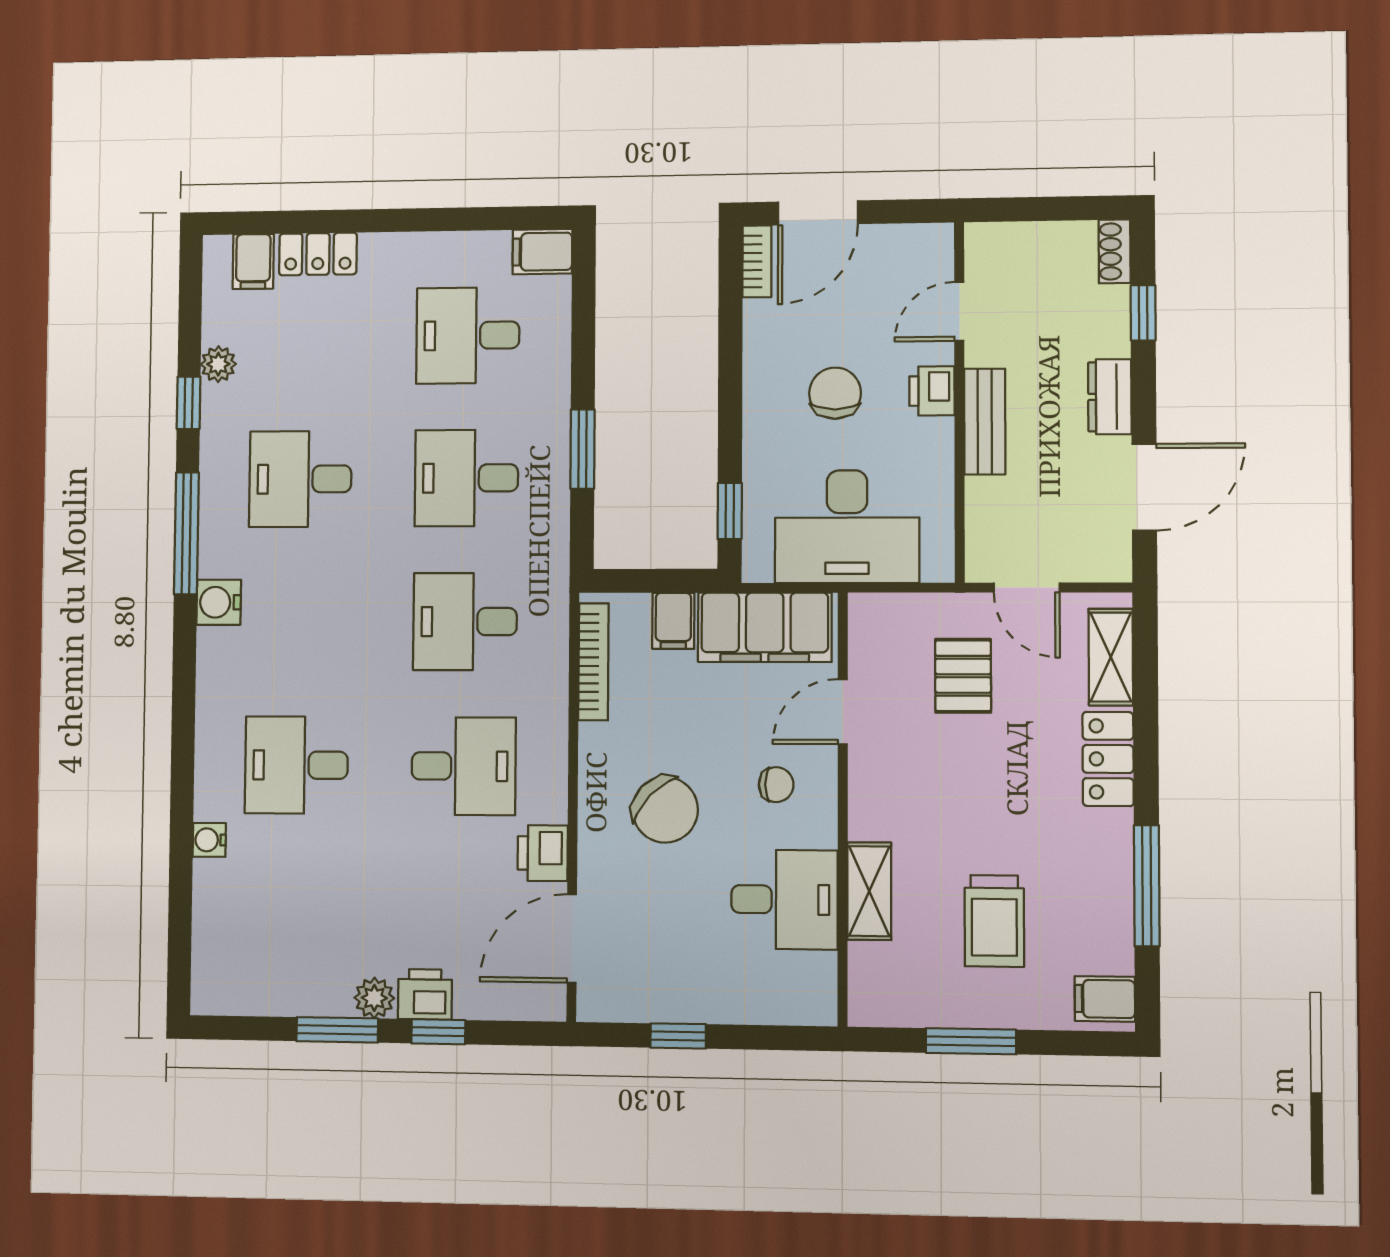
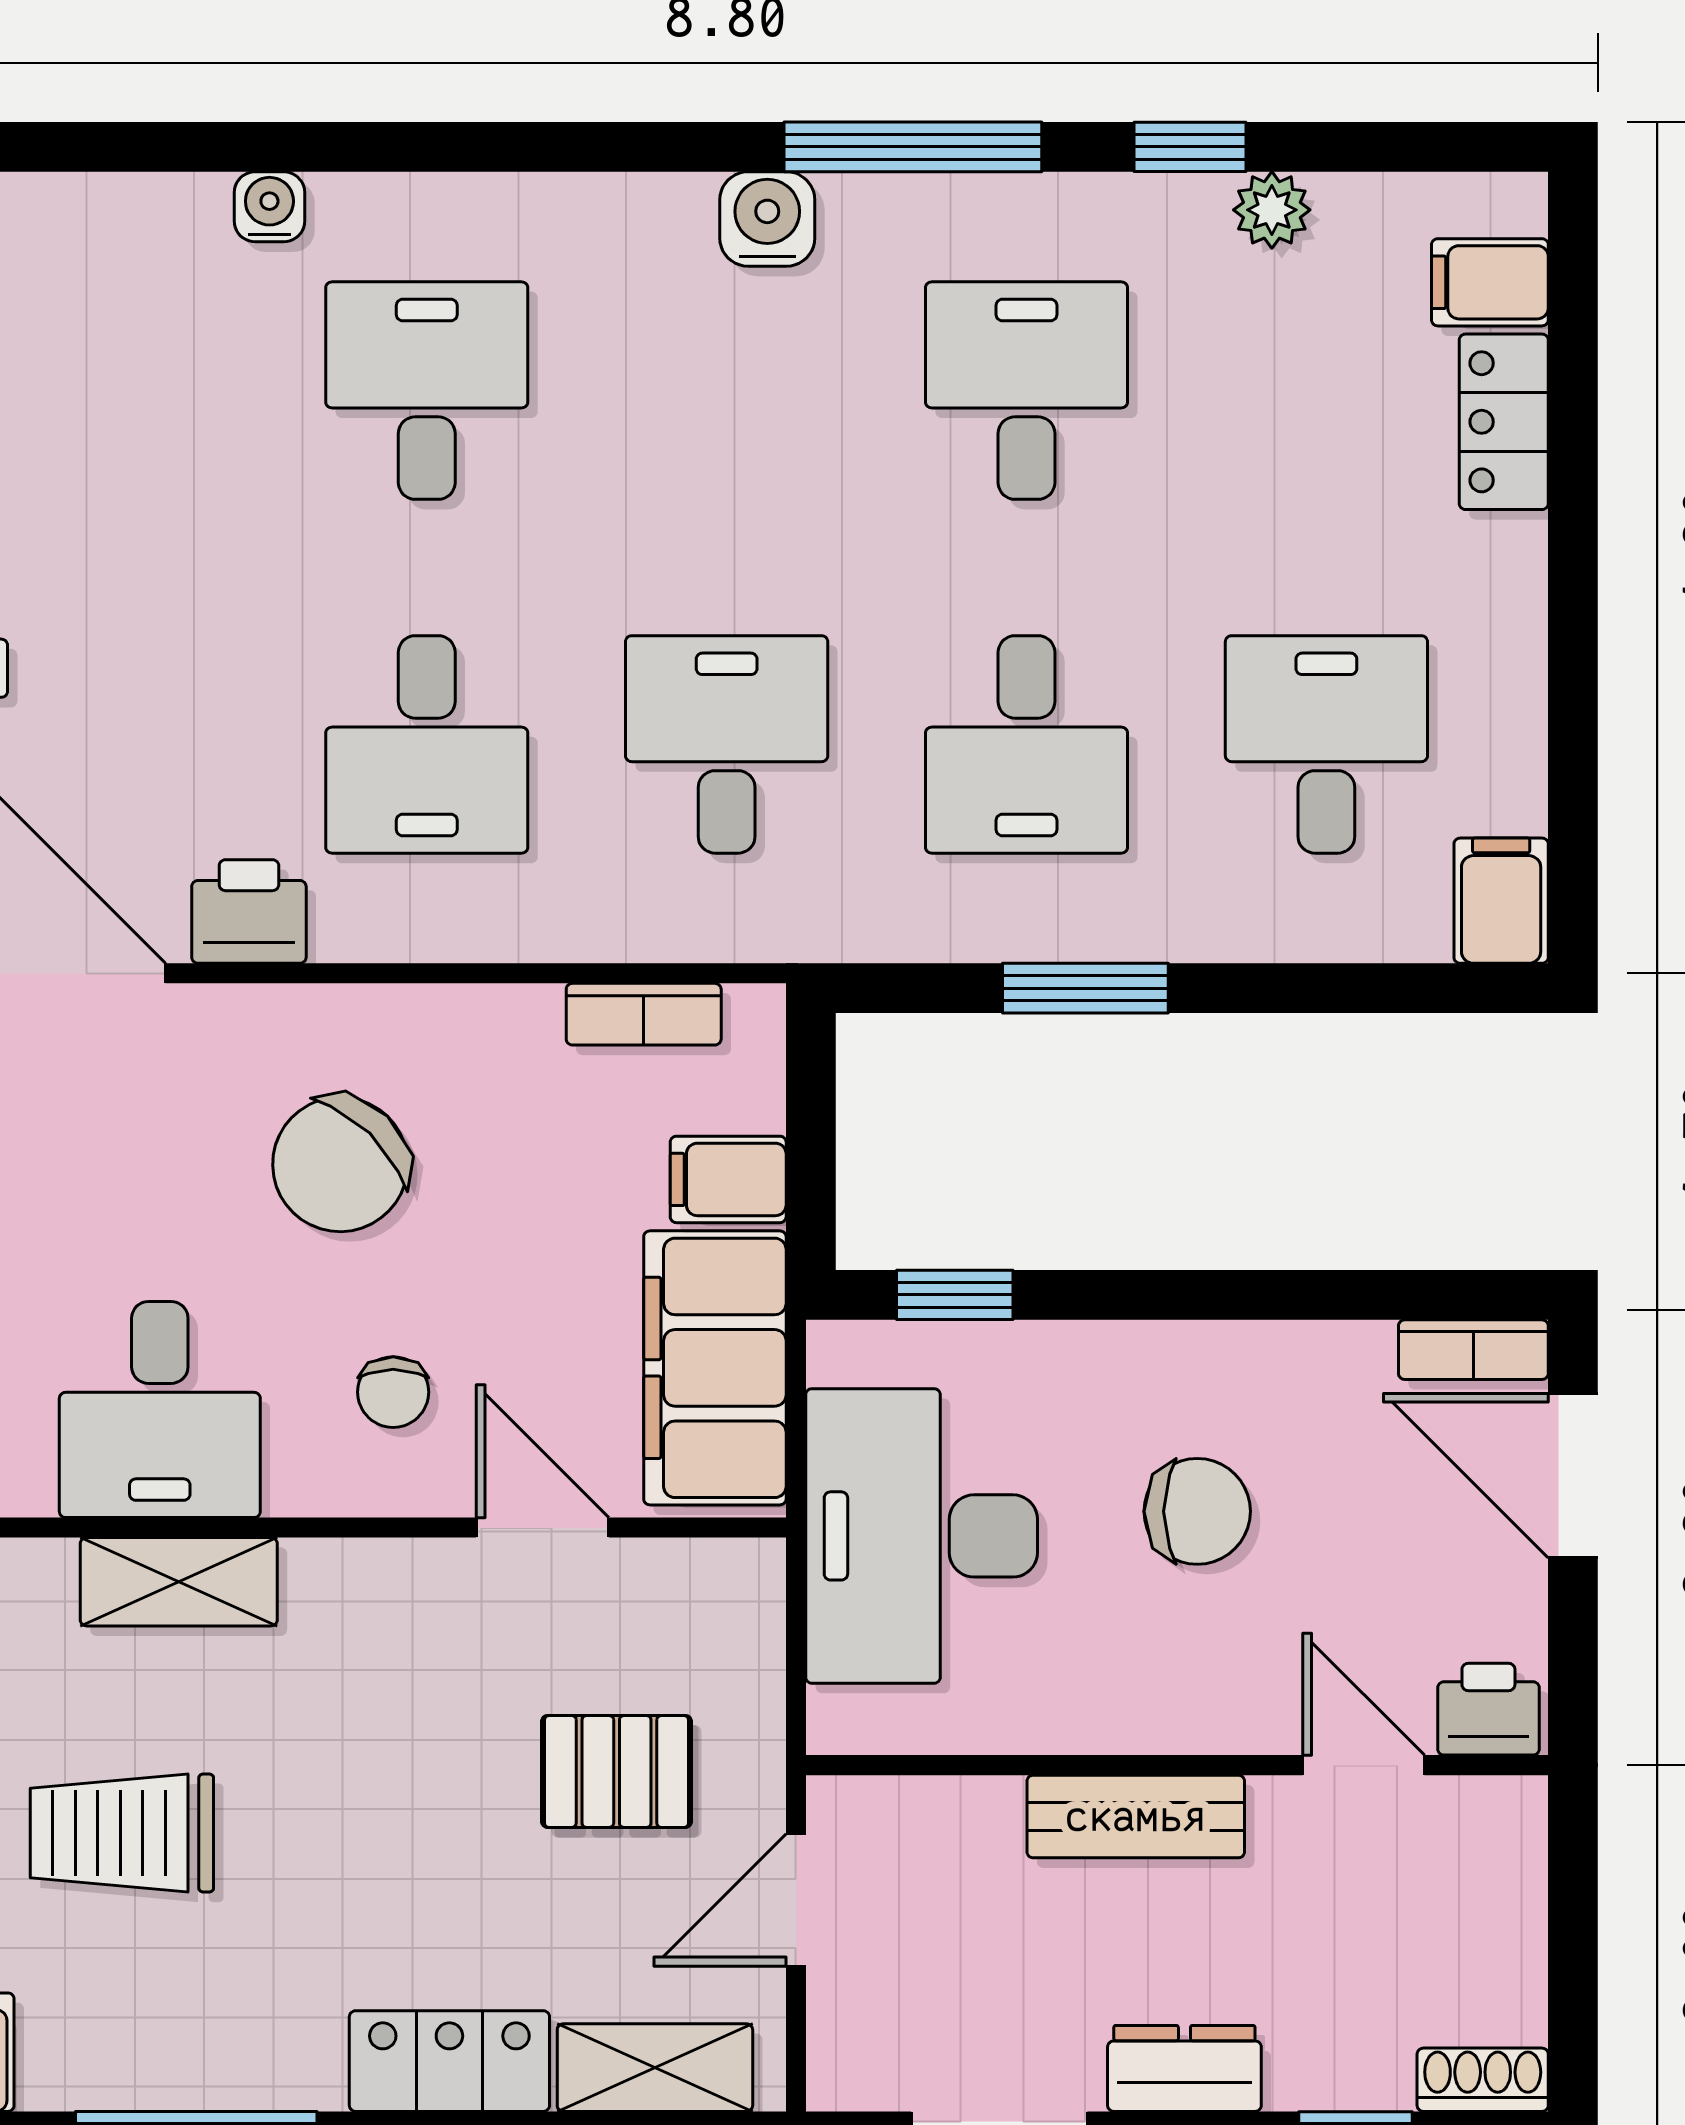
printer: (932, 391) -> (1488, 1709), moved
desk: (466, 478) -> (1027, 744), turned 180
bookcase: (593, 662) -> (644, 1014), width x0.64

